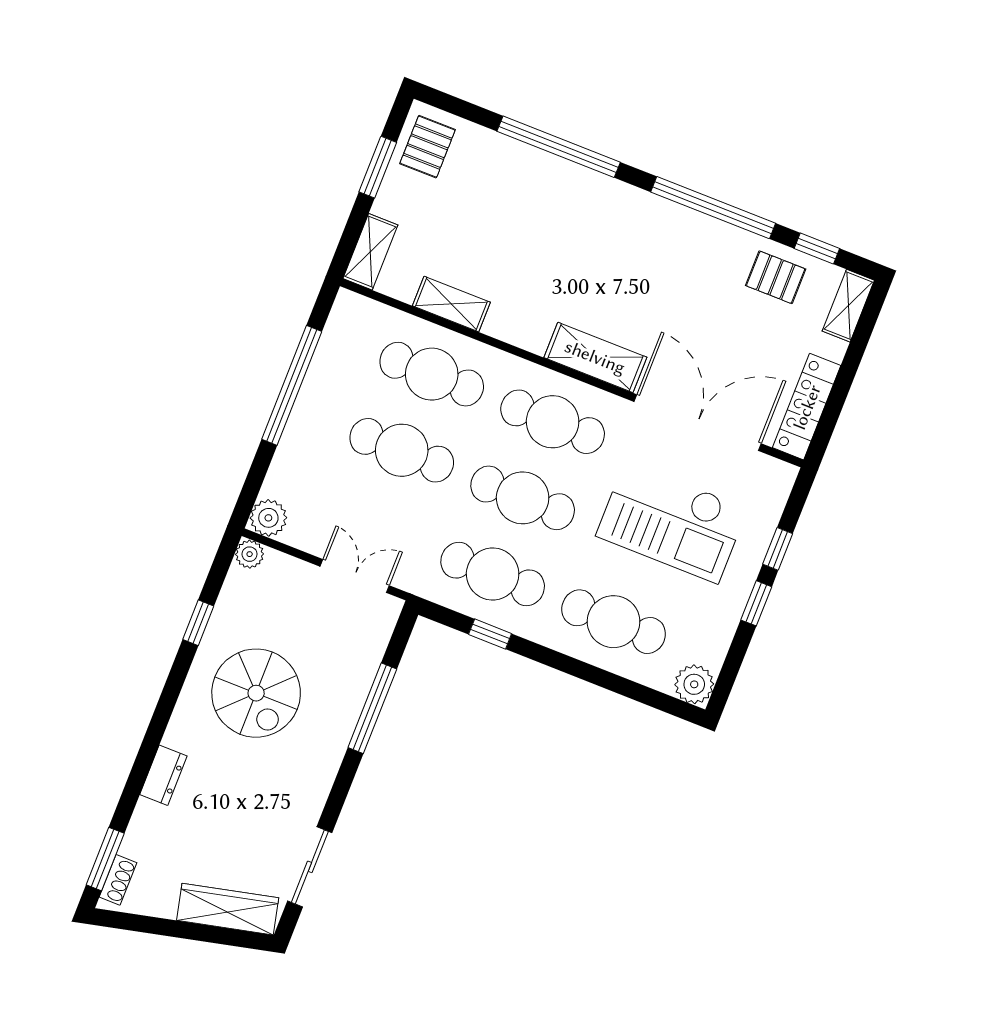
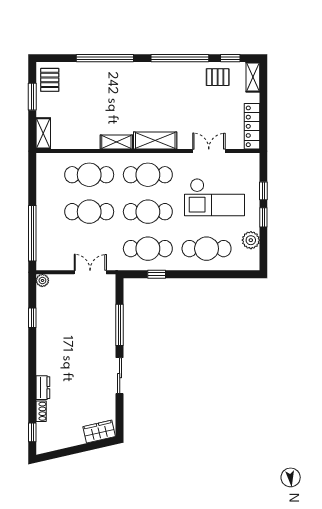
shelving: (451, 304) -> (116, 142), moved
window: (292, 385) -> (32, 233), moved
double door: (698, 423) -> (209, 151), width x0.54
plant: (268, 518) -> (44, 262), removed
plant: (694, 684) -> (251, 240), moved
spiral stairs: (256, 693) -> (68, 338), removed
window: (105, 859) -> (32, 432), width x0.67
sliding door: (310, 867) -> (120, 376), moved
shoe rack: (118, 880) -> (41, 411), moved
wardrobe: (228, 909) -> (99, 432), width x0.67

